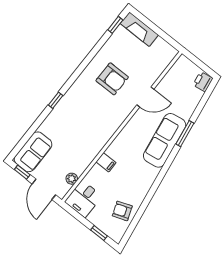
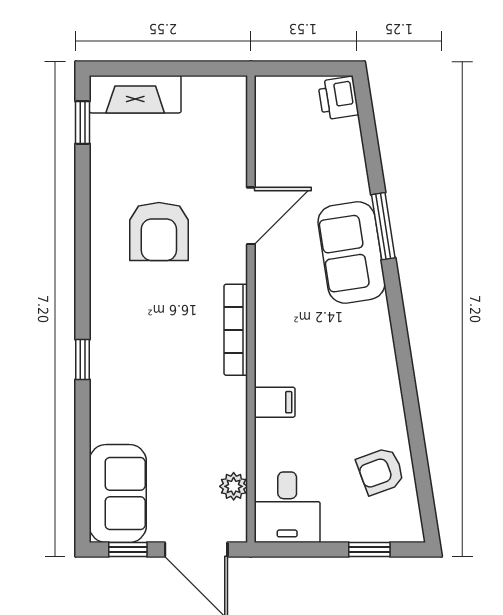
armchair: (112, 79) -> (159, 232), turned 90
bookcase: (112, 129) -> (236, 330), added
sofa: (165, 140) -> (351, 252), width x0.73

